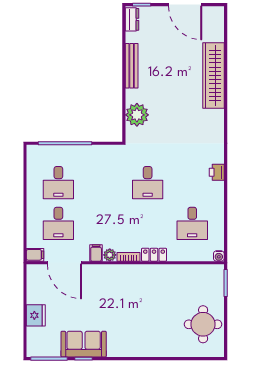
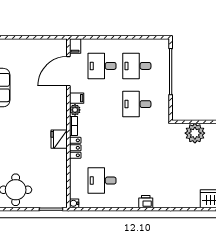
desk: (148, 183) -> (137, 104), moved
fridge: (36, 315) -> (59, 139), moved, turned 90

